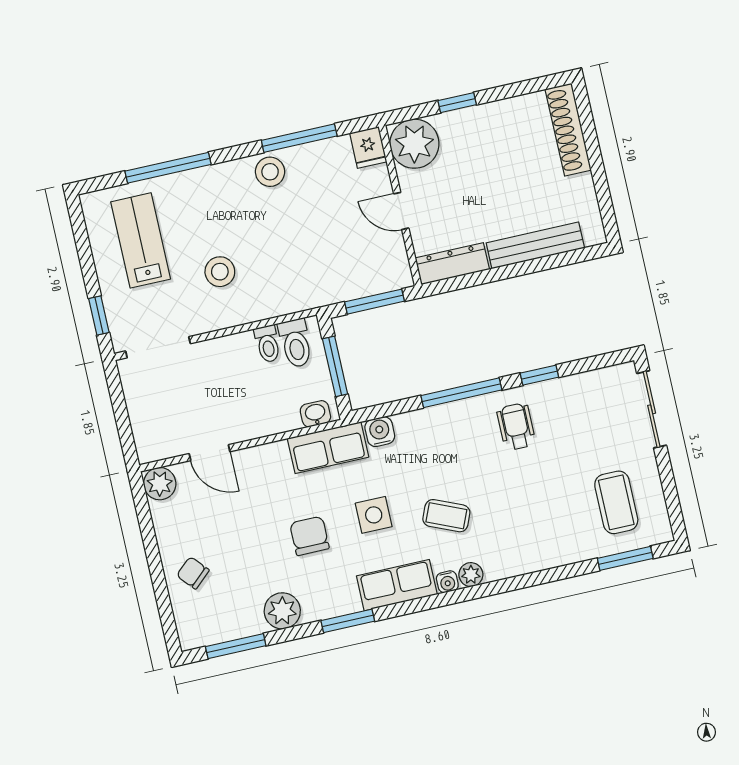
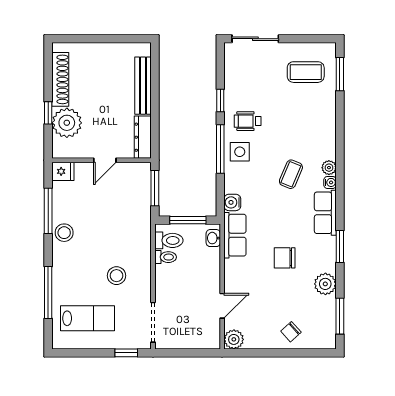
shoe rack: (568, 130) -> (60, 79), moved, turned -90
plant: (414, 144) -> (67, 123), moved
lab bench: (141, 240) -> (87, 318), turned 180
side table: (374, 515) -> (240, 152), moved

